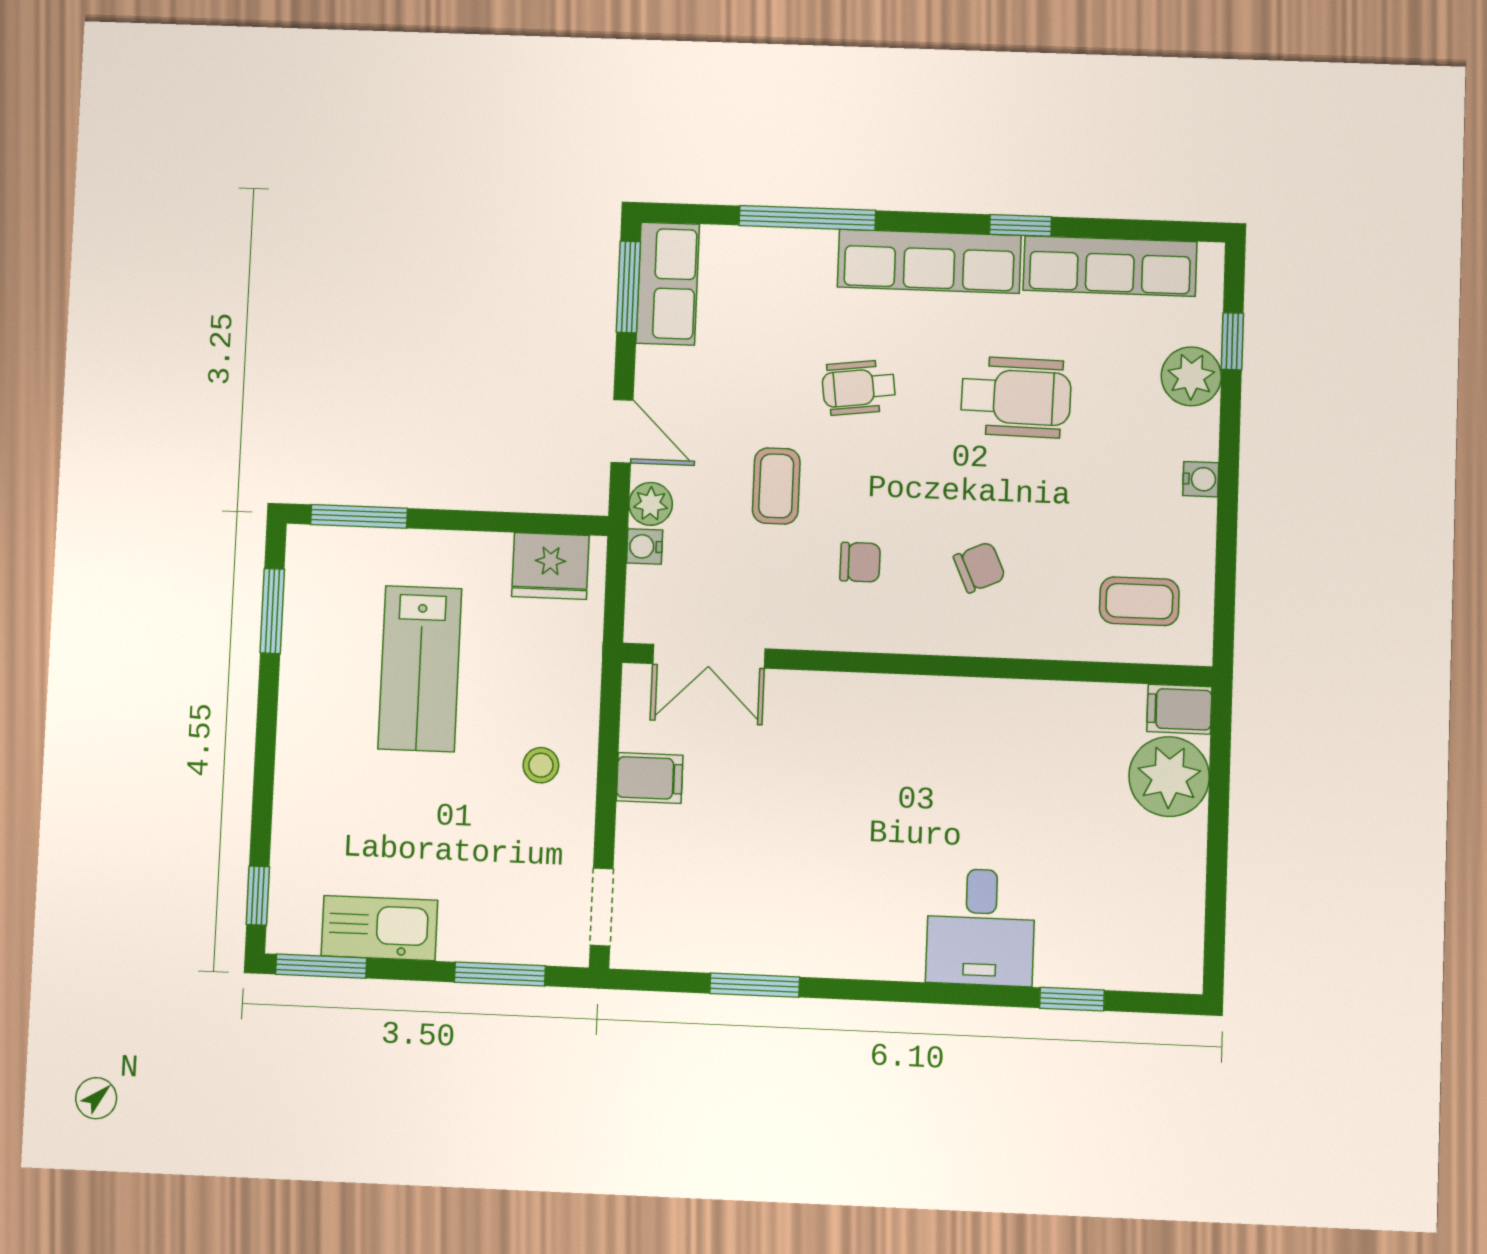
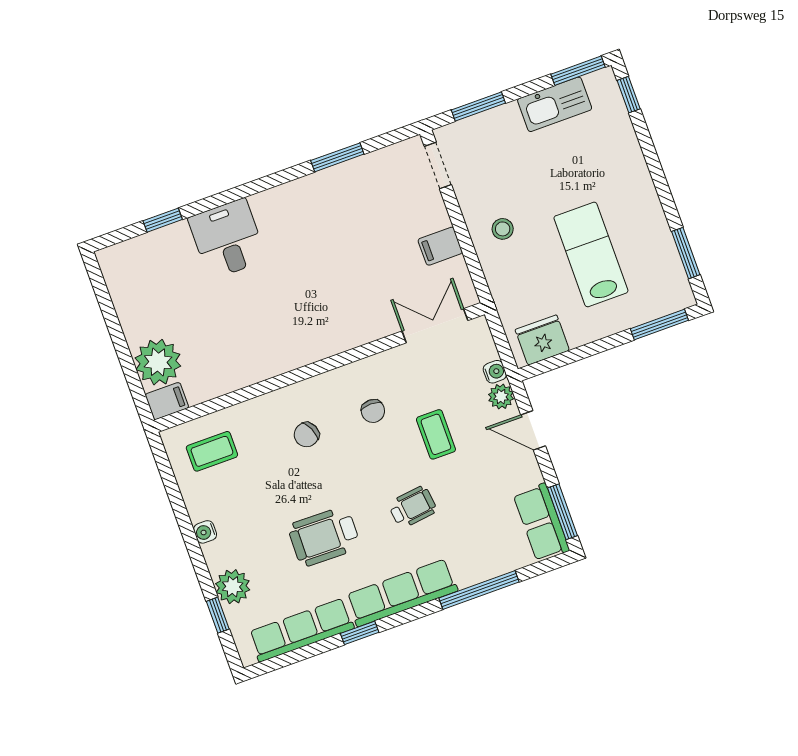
chair: (860, 562) -> (373, 411), turned -90

